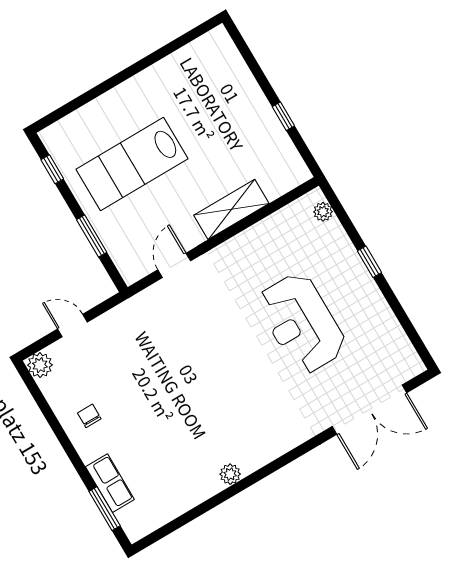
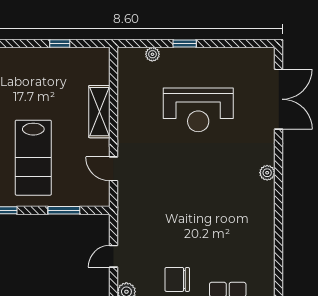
plant: (323, 212) -> (152, 54), moved
chair: (89, 416) -> (177, 279), width x1.87, depth x1.87
plant: (230, 474) -> (267, 173), moved

